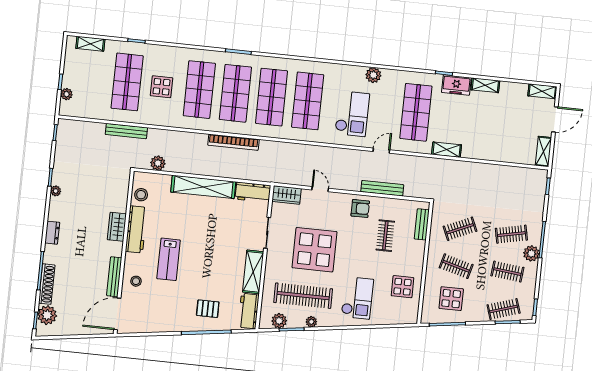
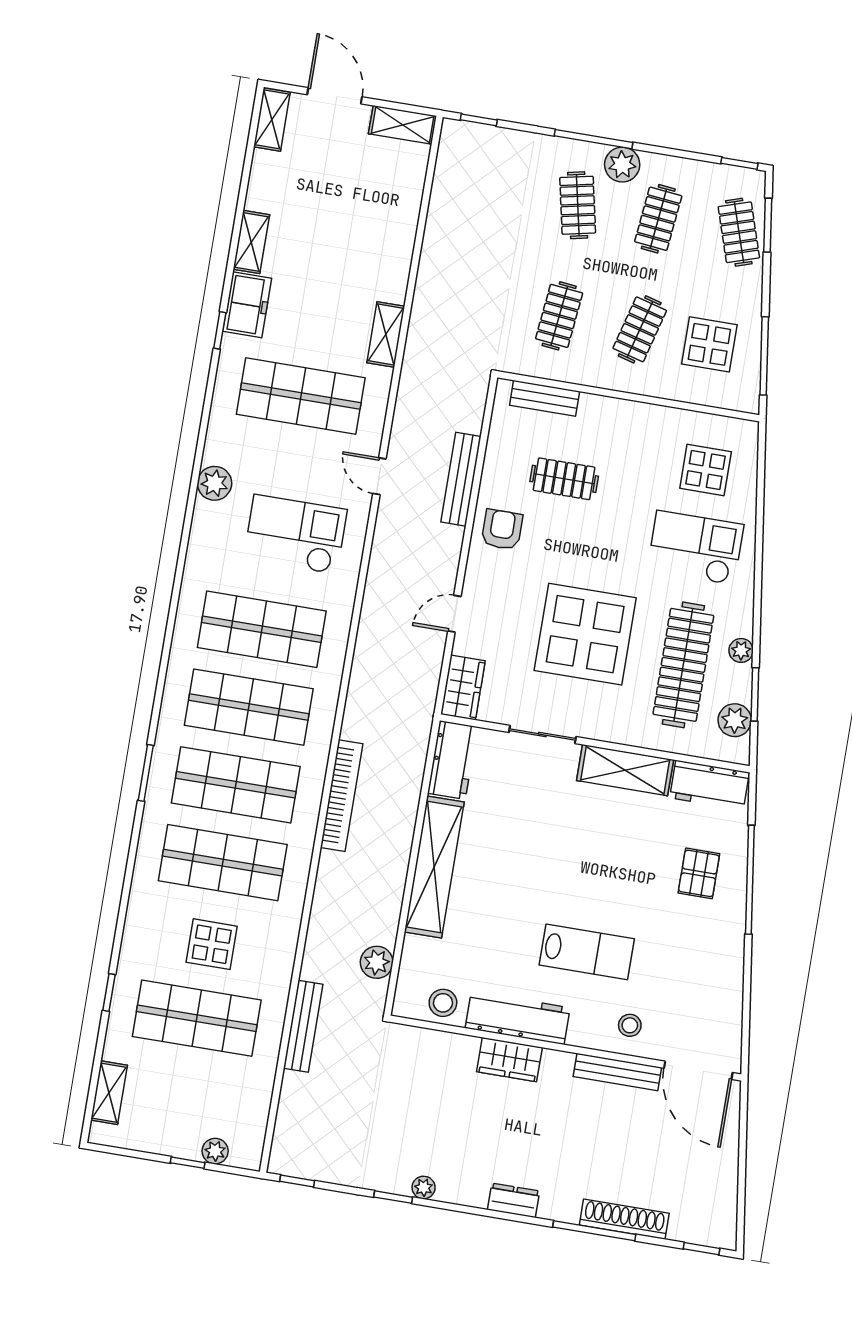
clothes rail: (460, 229) -> (559, 316), turned 30
display table: (402, 287) -> (706, 470), moved
plant: (47, 315) -> (692, 1223), removed

